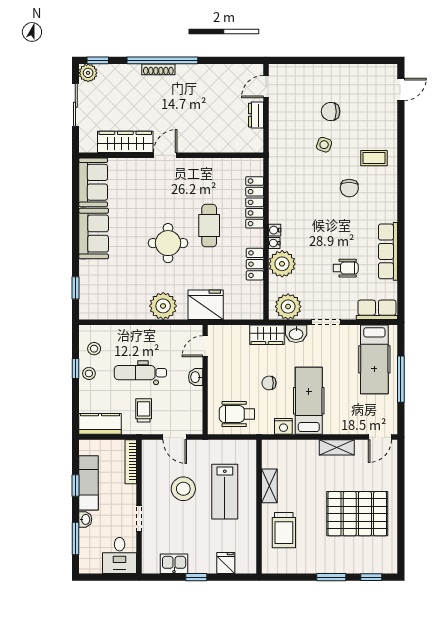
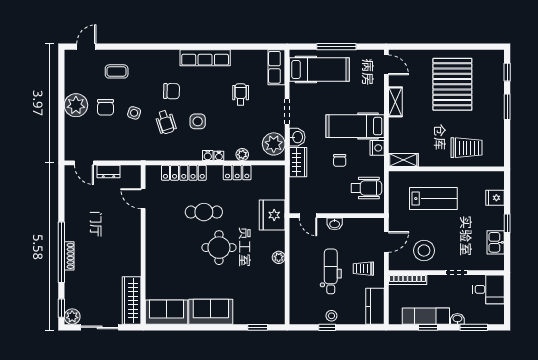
plant: (333, 77) -> (76, 105), added
door: (401, 89) -> (86, 47), hinge flipped
wardrobe: (125, 142) -> (132, 300), moved
door: (165, 155) -> (143, 199), moved
coffee table: (374, 158) -> (117, 71), moved, turned 90
wheelchair: (313, 181) -> (166, 122), added
side table: (314, 218) -> (198, 121), added
row of seats: (388, 251) -> (205, 58), moved
plant: (282, 264) -> (242, 155), width x0.53, depth x0.53
plant: (163, 306) -> (279, 257), width x0.53, depth x0.53
stool: (94, 349) -> (310, 311), removed
dental chair: (140, 373) -> (331, 271), turned 180
wheelchair: (237, 414) -> (366, 188), turned -90
shelving: (269, 486) -> (403, 160), moved
stool: (183, 489) -> (424, 250), moved

